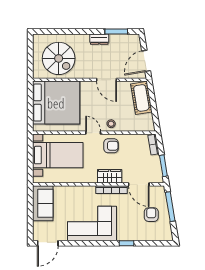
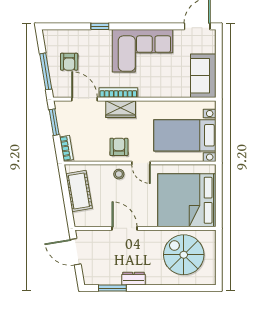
door: (146, 61) -> (76, 252), swing flipped
cot: (141, 98) -> (79, 191), moved
armchair: (111, 146) -> (119, 147), turned 90

